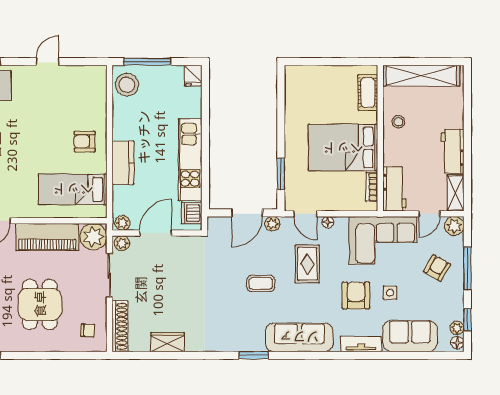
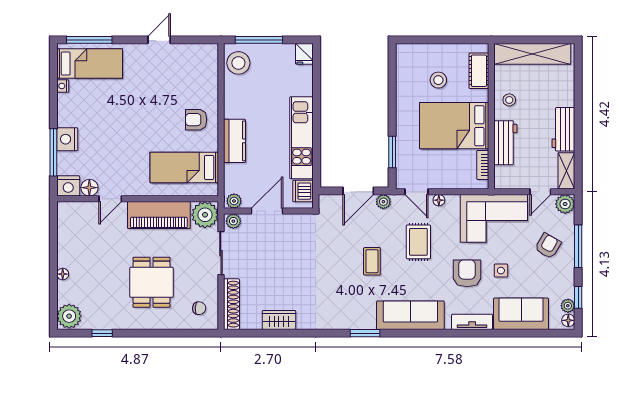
stool: (327, 102) -> (438, 80), added
workbench: (394, 189) -> (505, 143), moved
coffee table: (261, 283) -> (372, 261), turned 90

